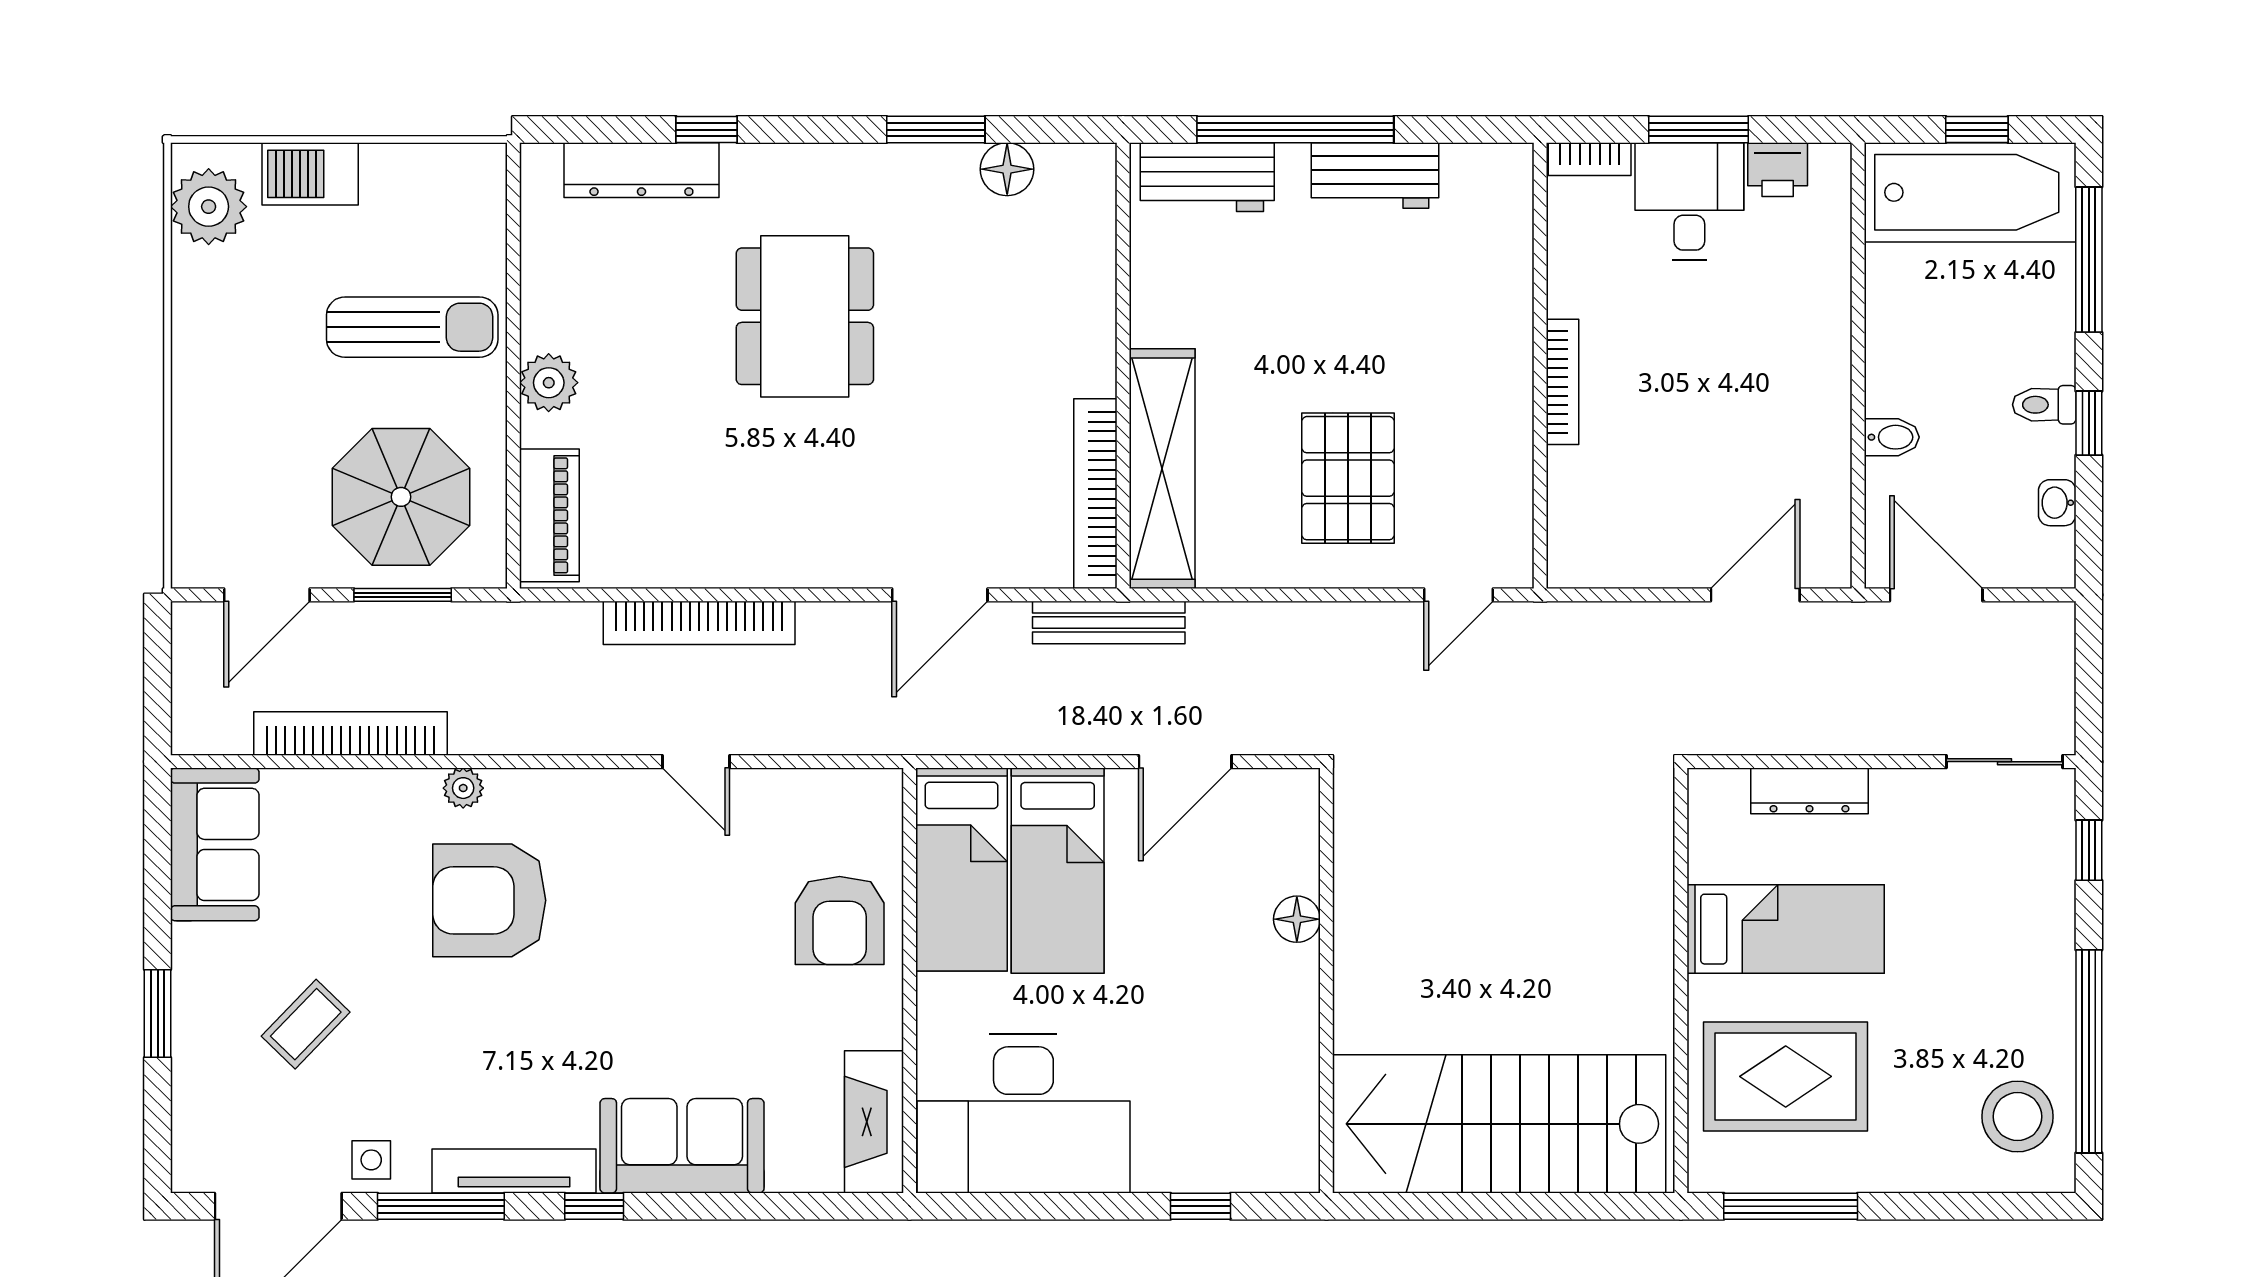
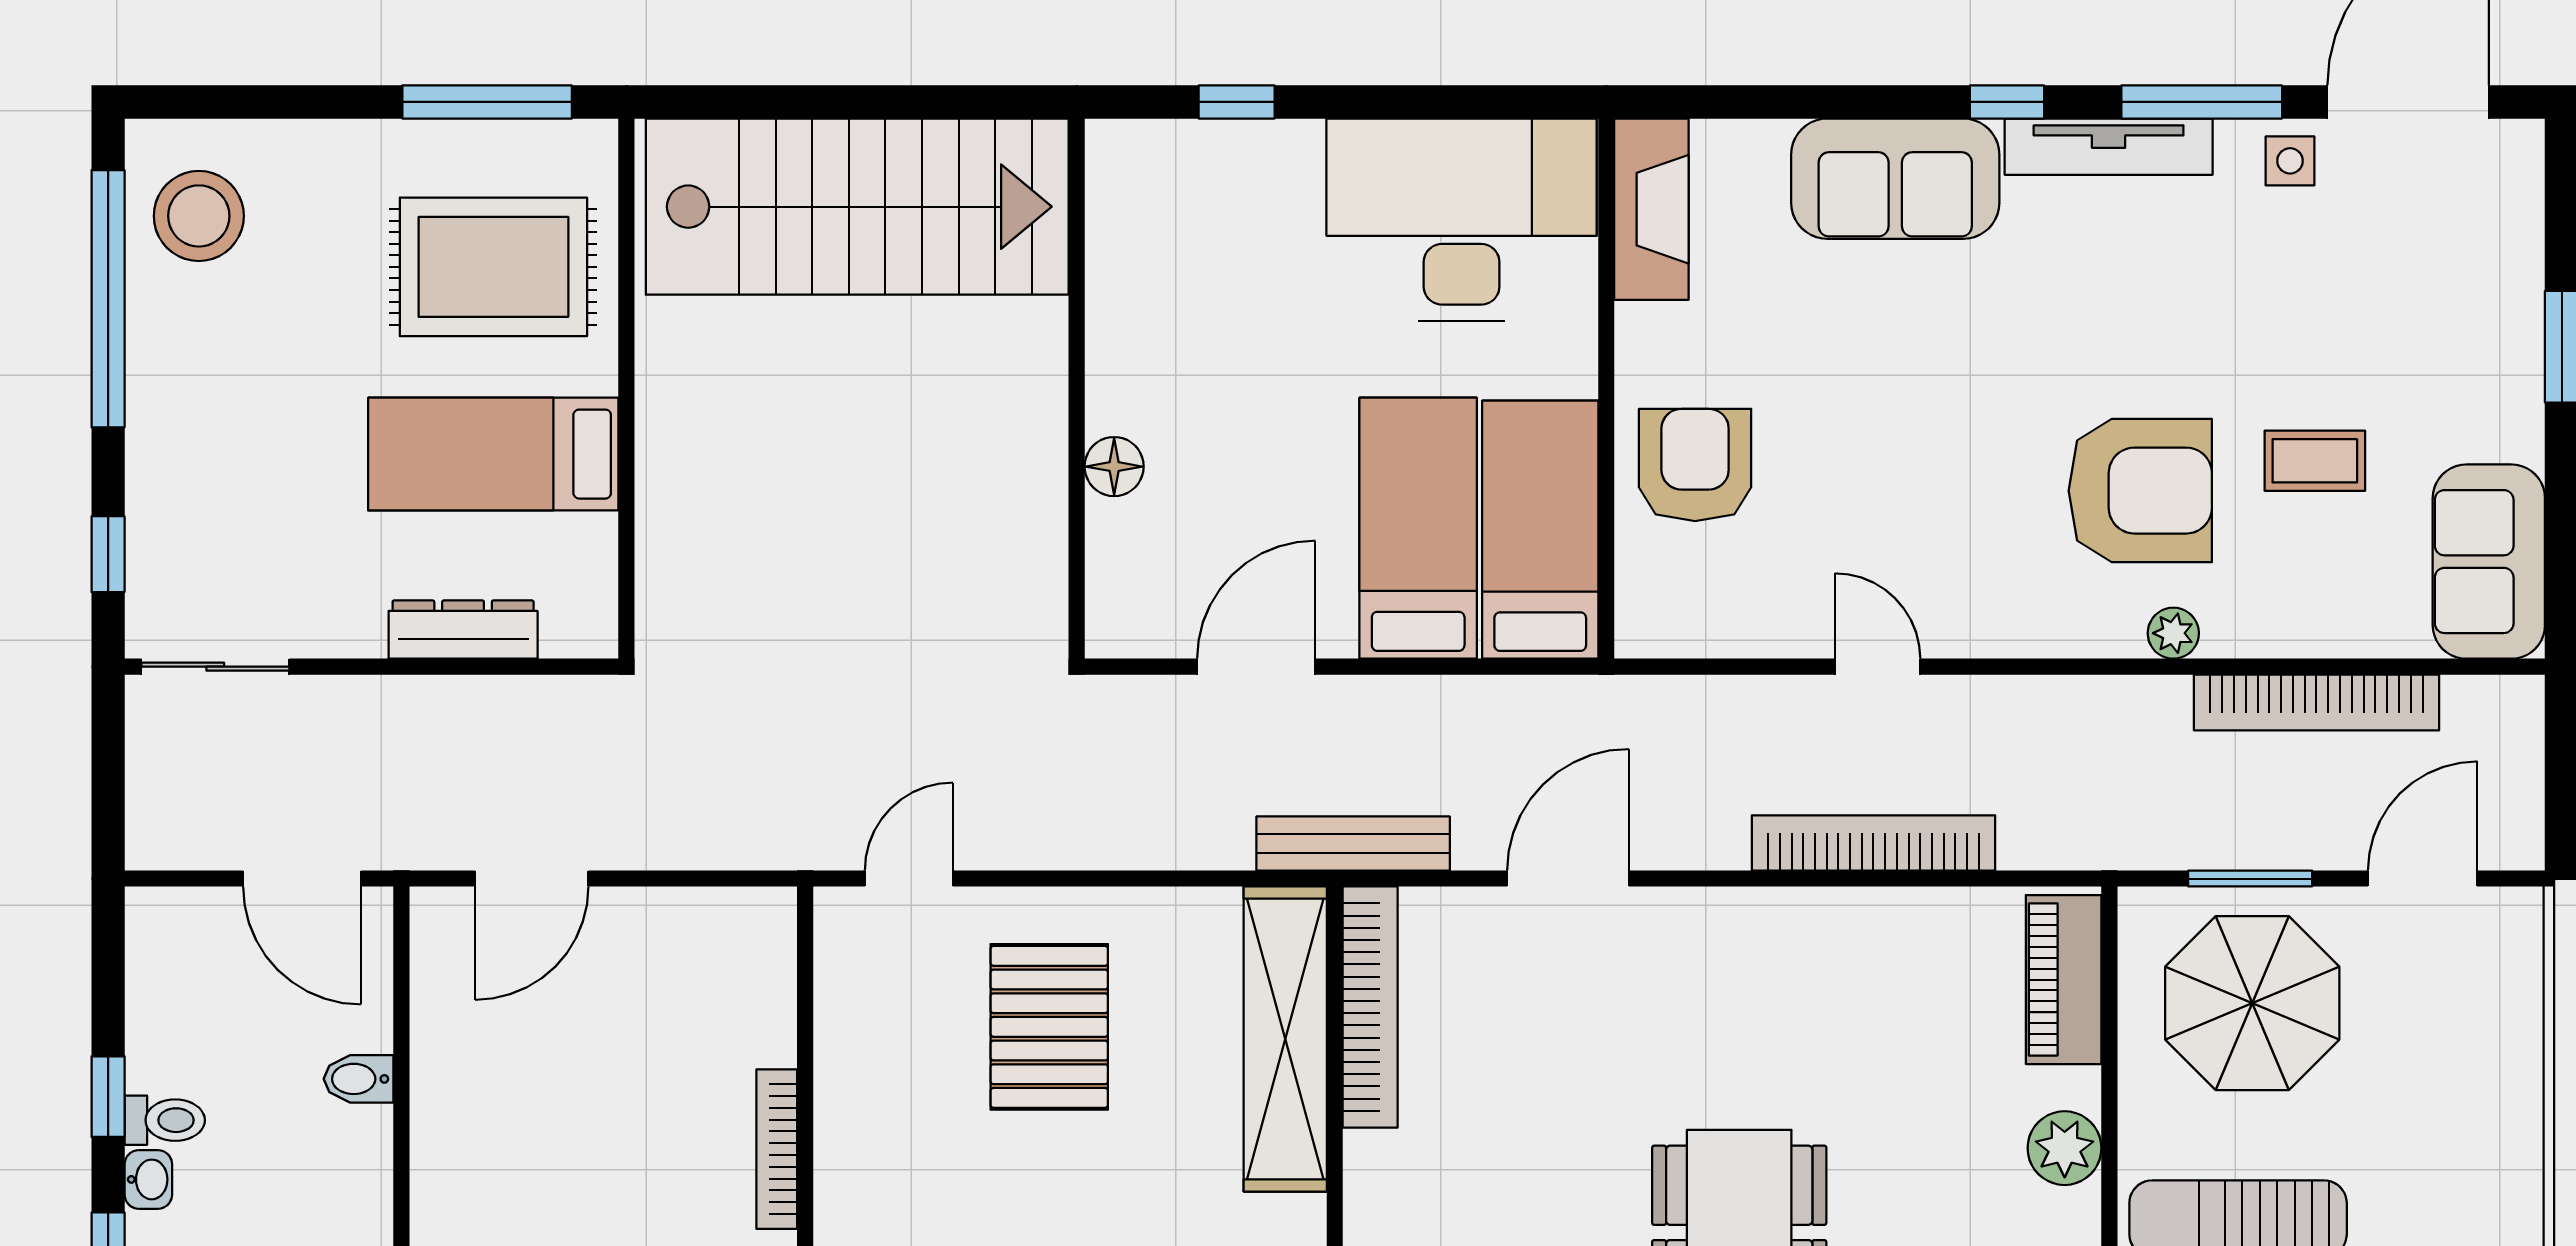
washbasin: (2057, 503) -> (148, 1179), moved
coffee table: (306, 1024) -> (2315, 461), moved, turned 46

